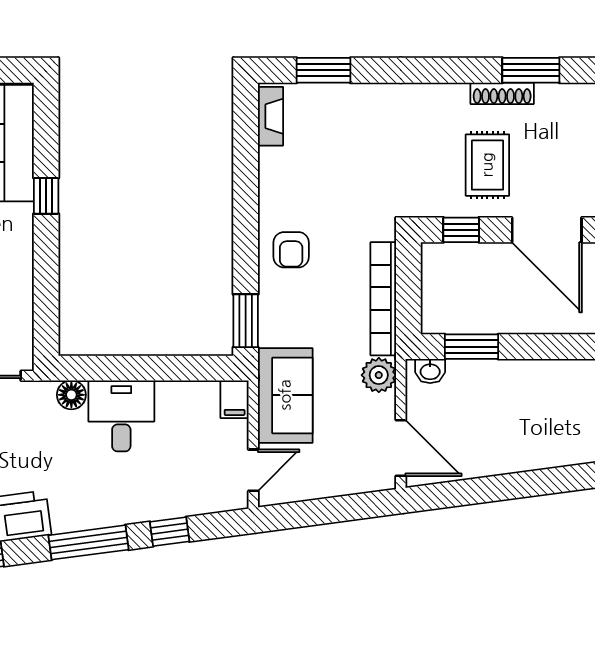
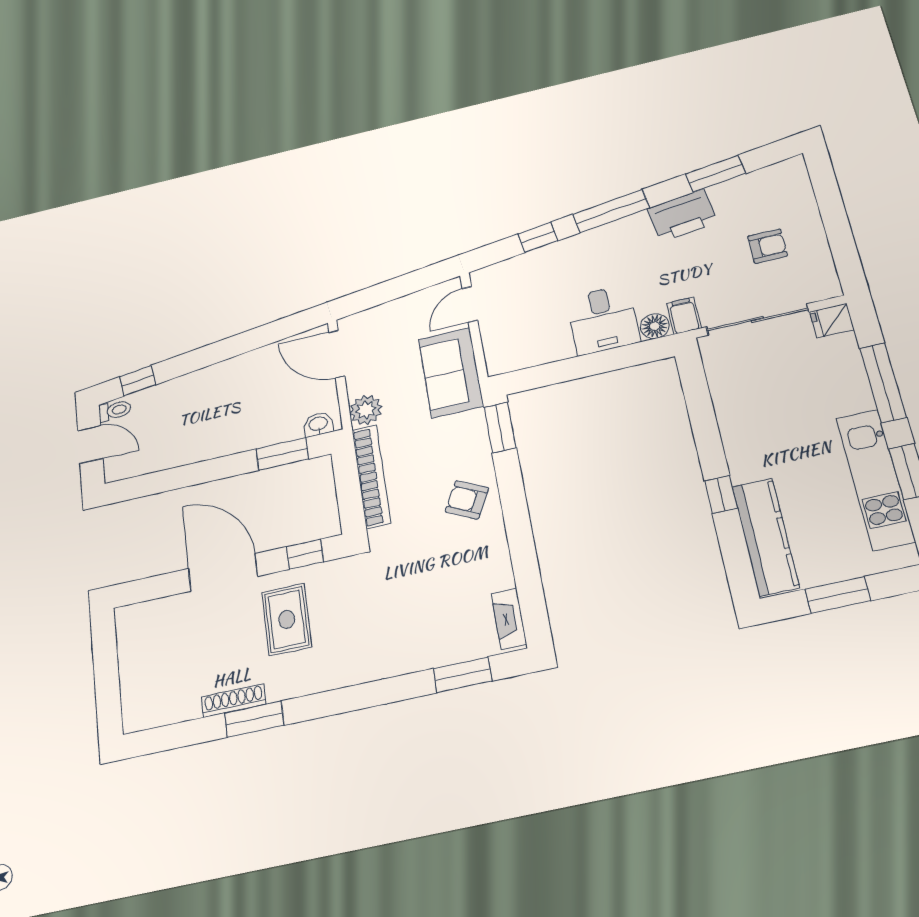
shoe rack: (502, 93) -> (234, 701), moved
armchair: (291, 250) -> (467, 500), turned -63
filing cabinet: (235, 399) -> (684, 316), moved

